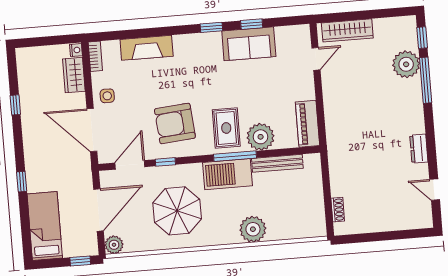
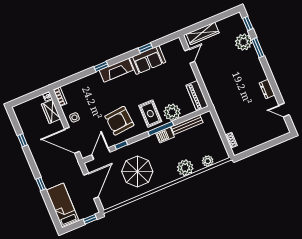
window: (211, 27) -> (101, 67), moved
fireplace: (147, 48) -> (116, 70), moved
window: (426, 80) -> (258, 48), width x0.69
barbecue: (228, 174) -> (165, 135), width x0.53, depth x0.65
plant: (114, 245) -> (208, 161), moved

